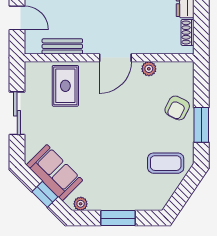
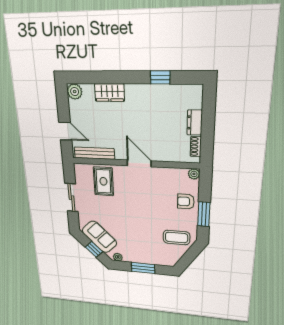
bench: (62, 46) -> (94, 153), width x1.36
door: (115, 58) -> (139, 163), swing flipped
plant: (149, 69) -> (194, 174), moved
armchair: (177, 108) -> (186, 201), turned 63

